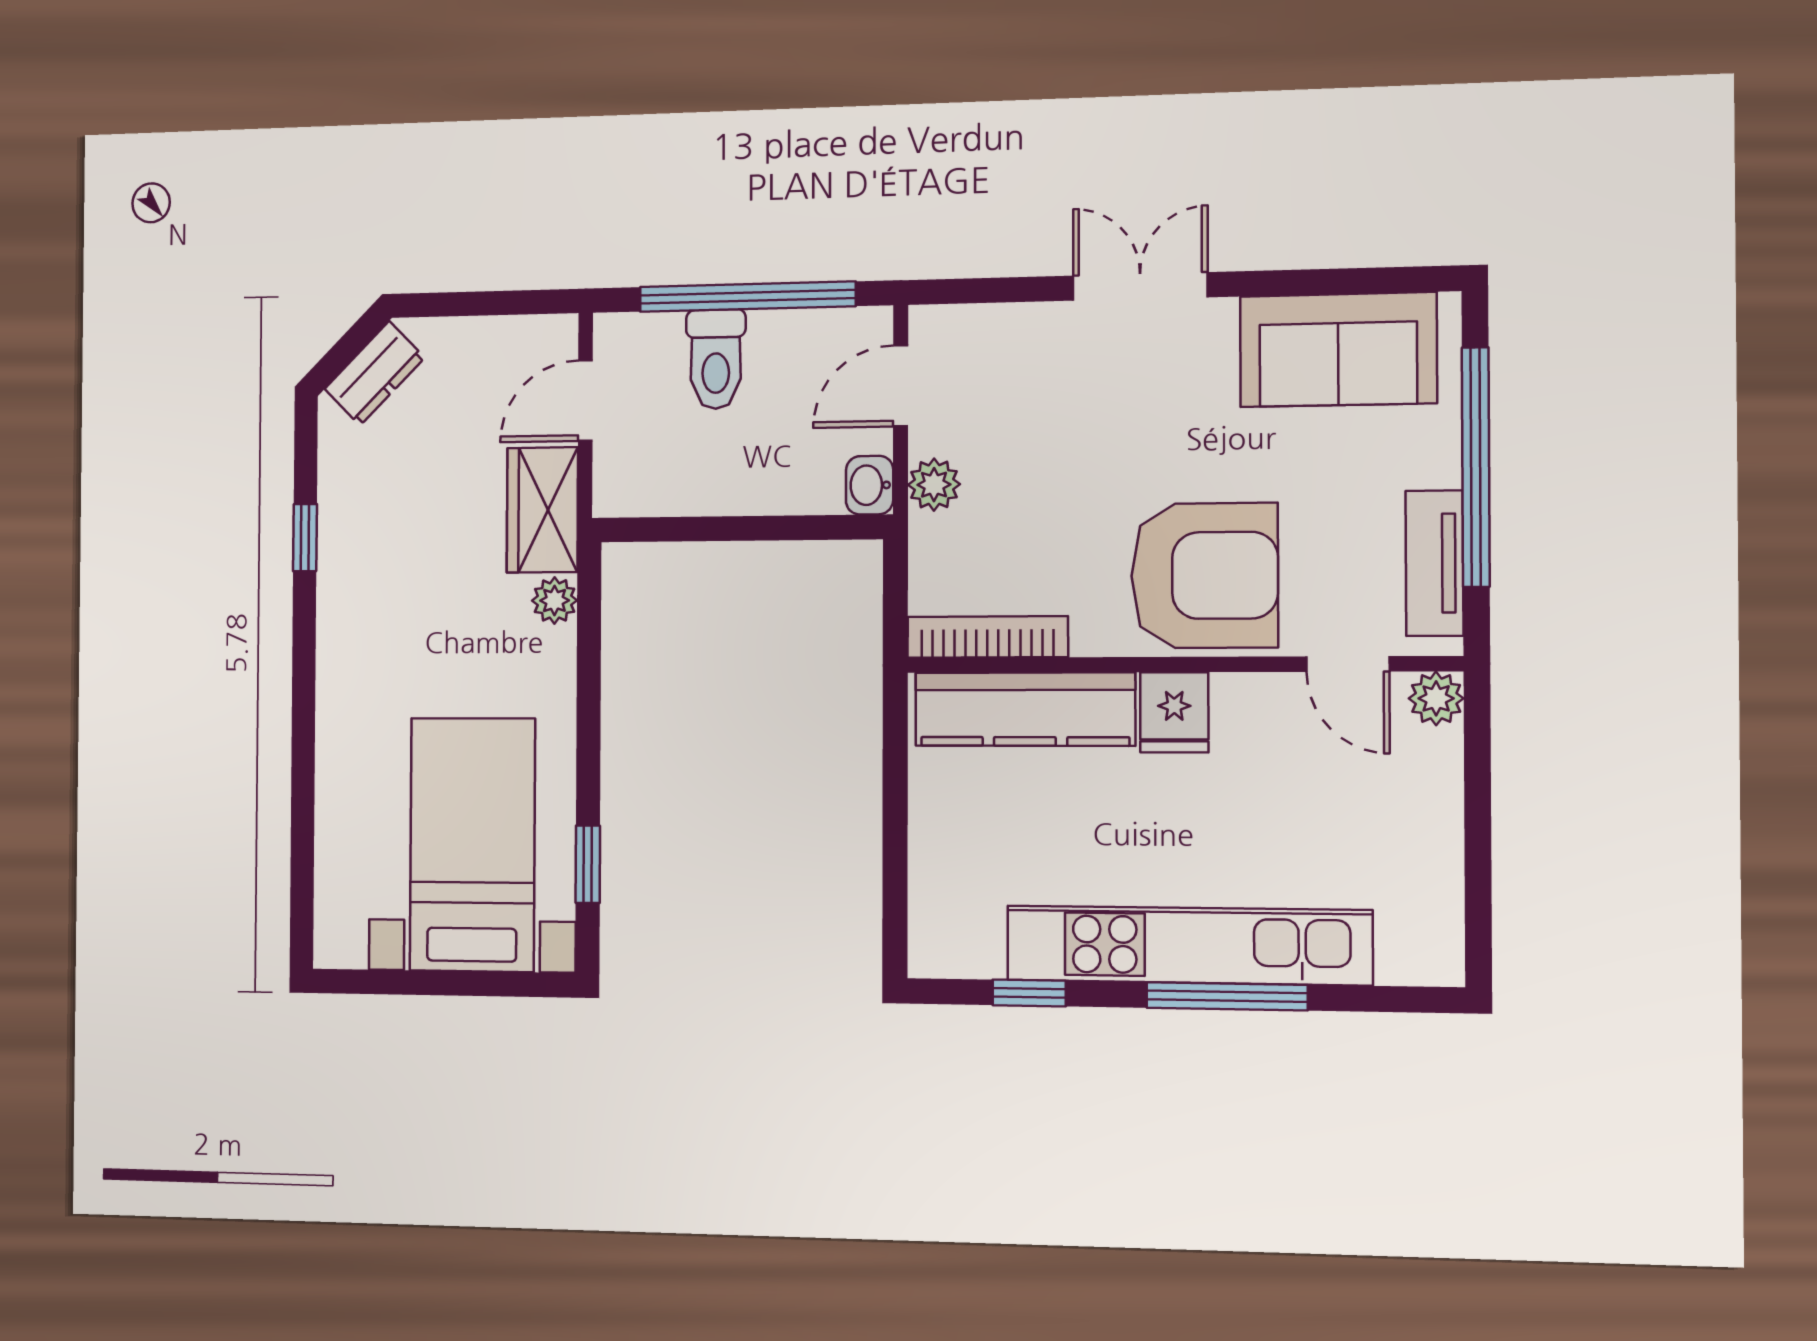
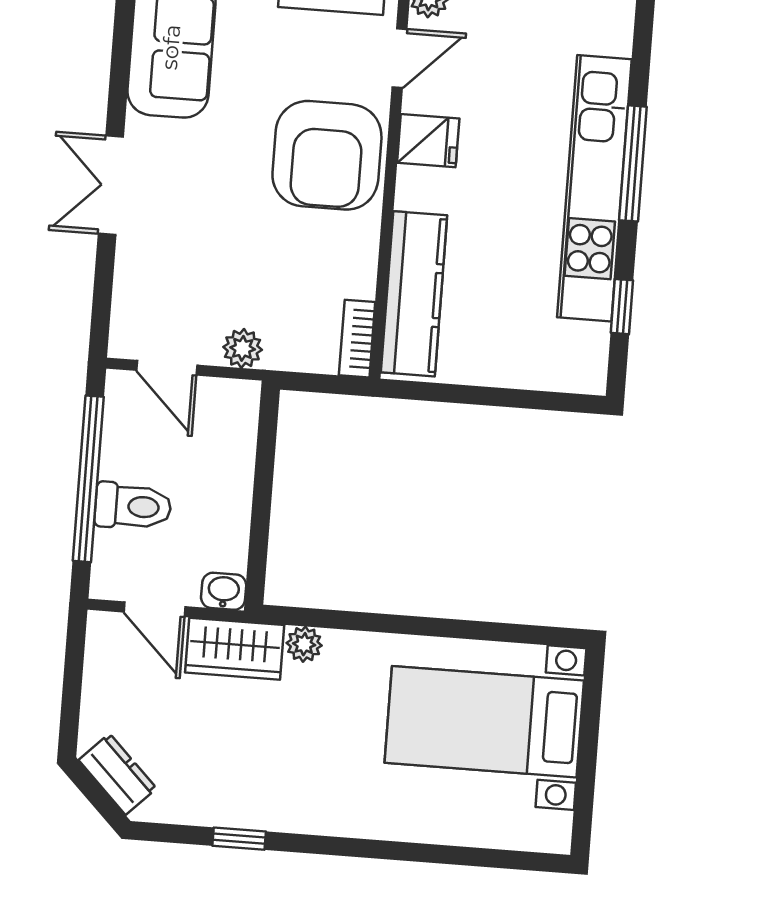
washbasin: (870, 485) -> (224, 591), moved, turned 180
armchair: (1205, 576) -> (327, 155), turned 180
bookcase: (987, 637) -> (357, 339), width x0.64
fridge: (1174, 712) -> (428, 141), moved
window: (588, 864) -> (505, 633), removed

